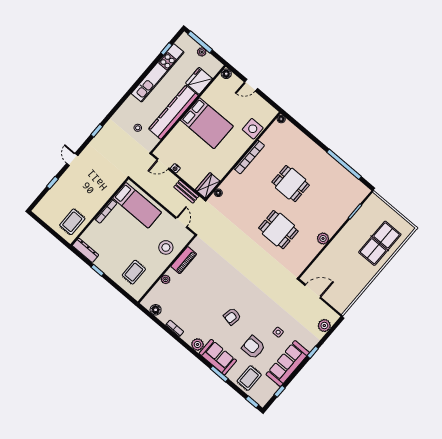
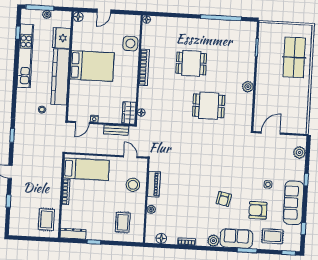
rug: (249, 378) -> (272, 236), turned 90

